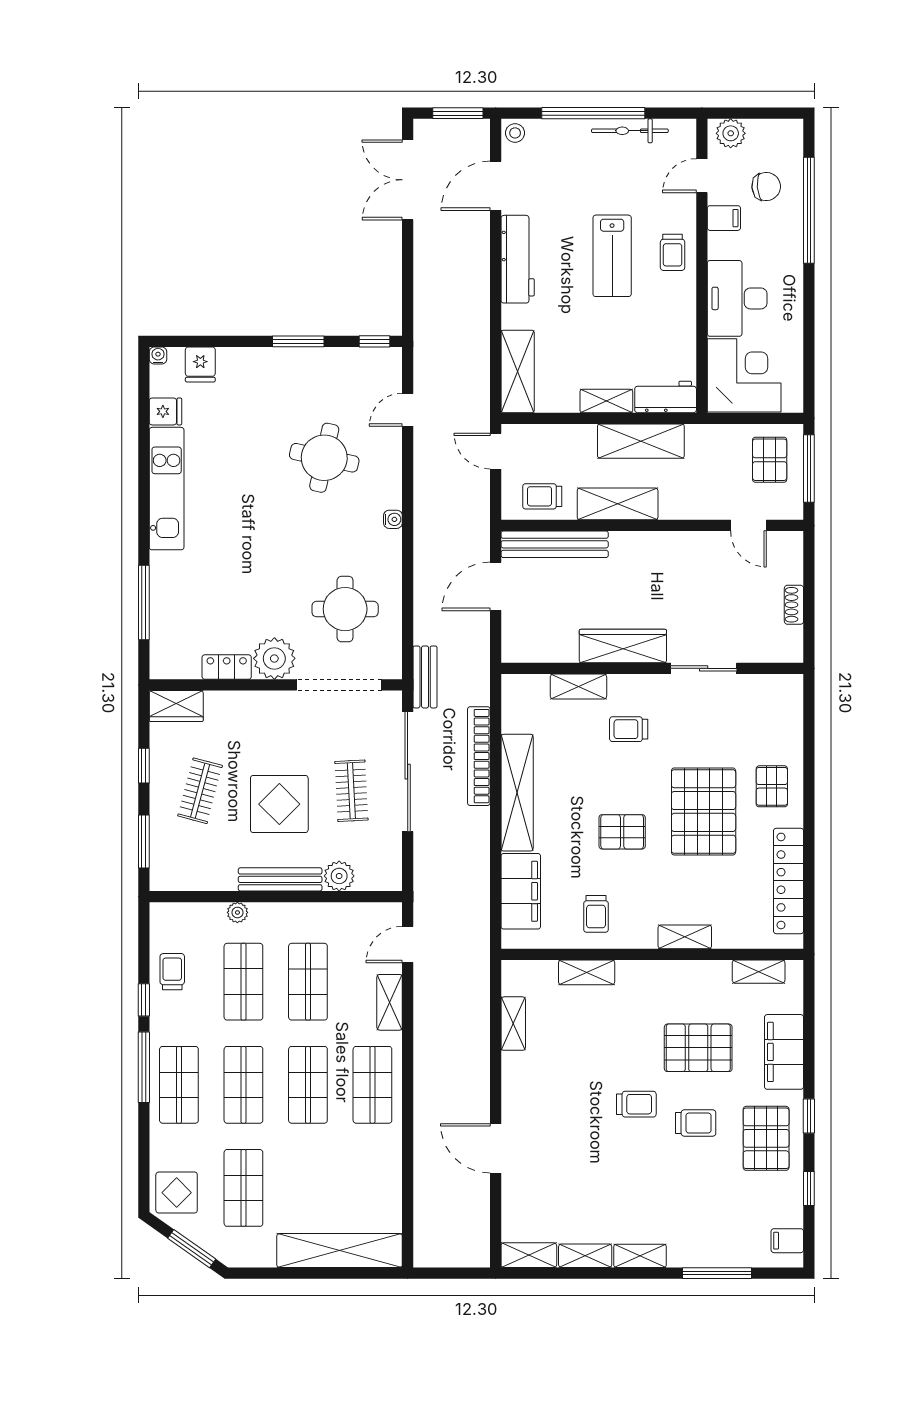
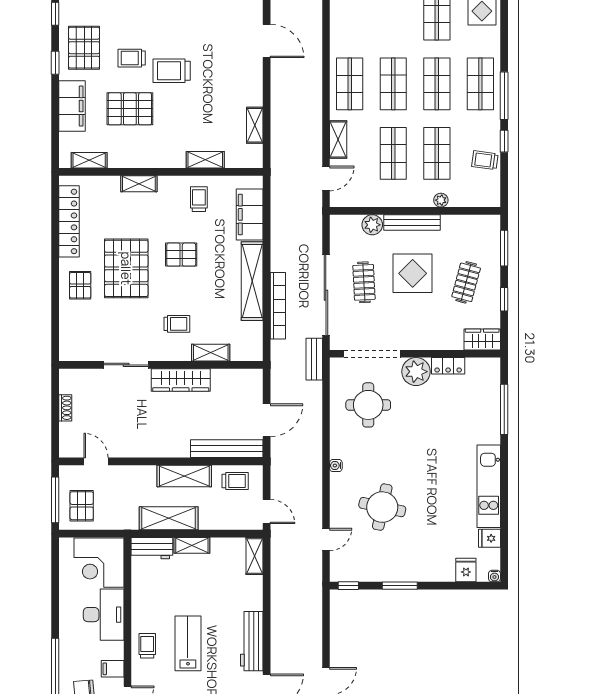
shelving: (518, 371) -> (255, 556), width x0.67, depth x0.75
trolley: (172, 972) -> (485, 160), turned 98
trolley: (636, 1104) -> (172, 71), width x1.36, depth x1.39

